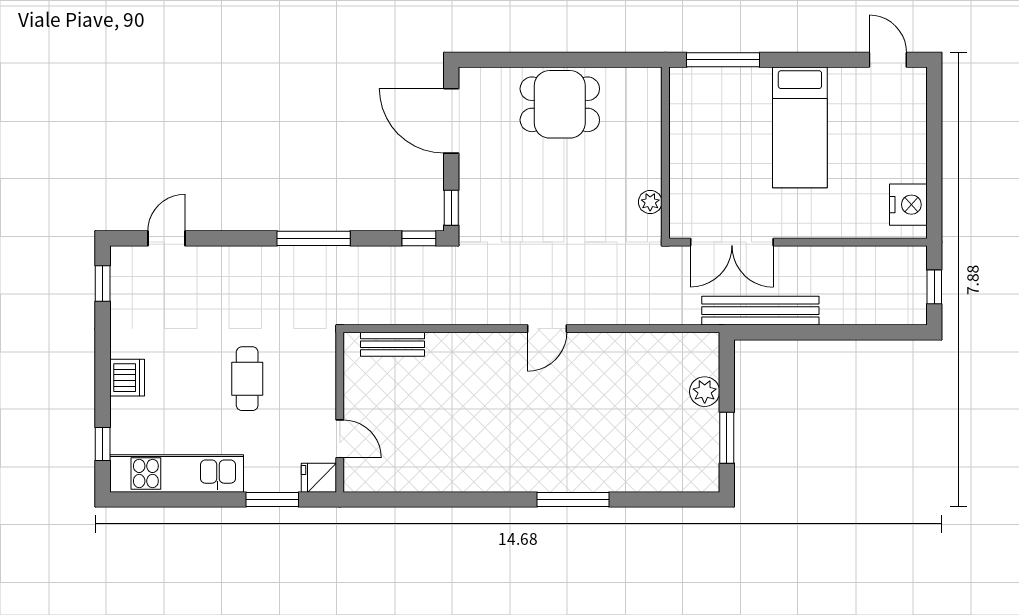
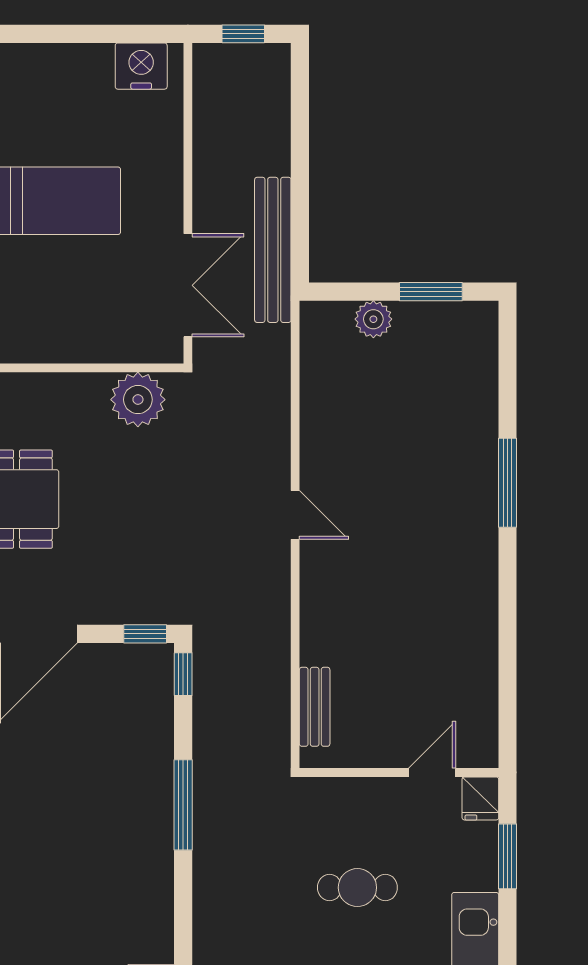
plant: (650, 202) -> (138, 400), width x1.87, depth x1.87

